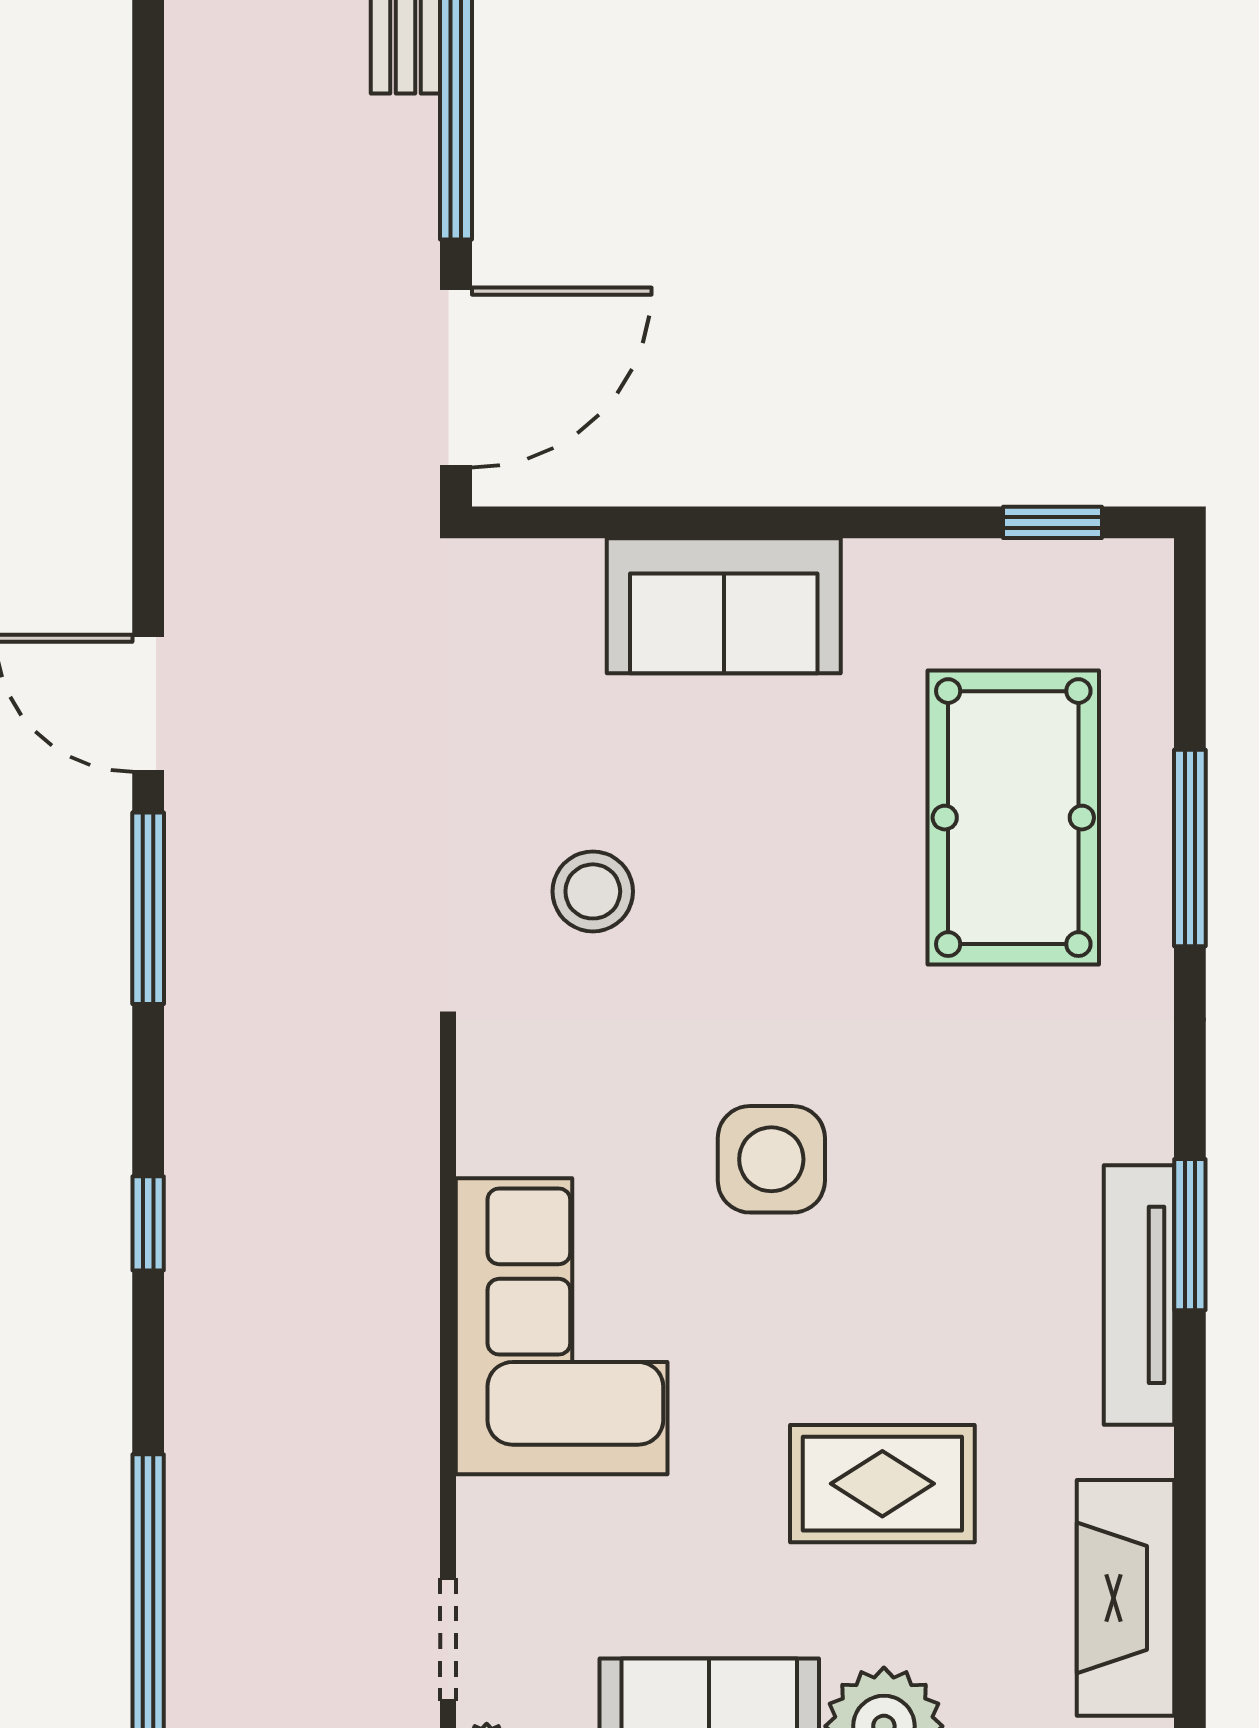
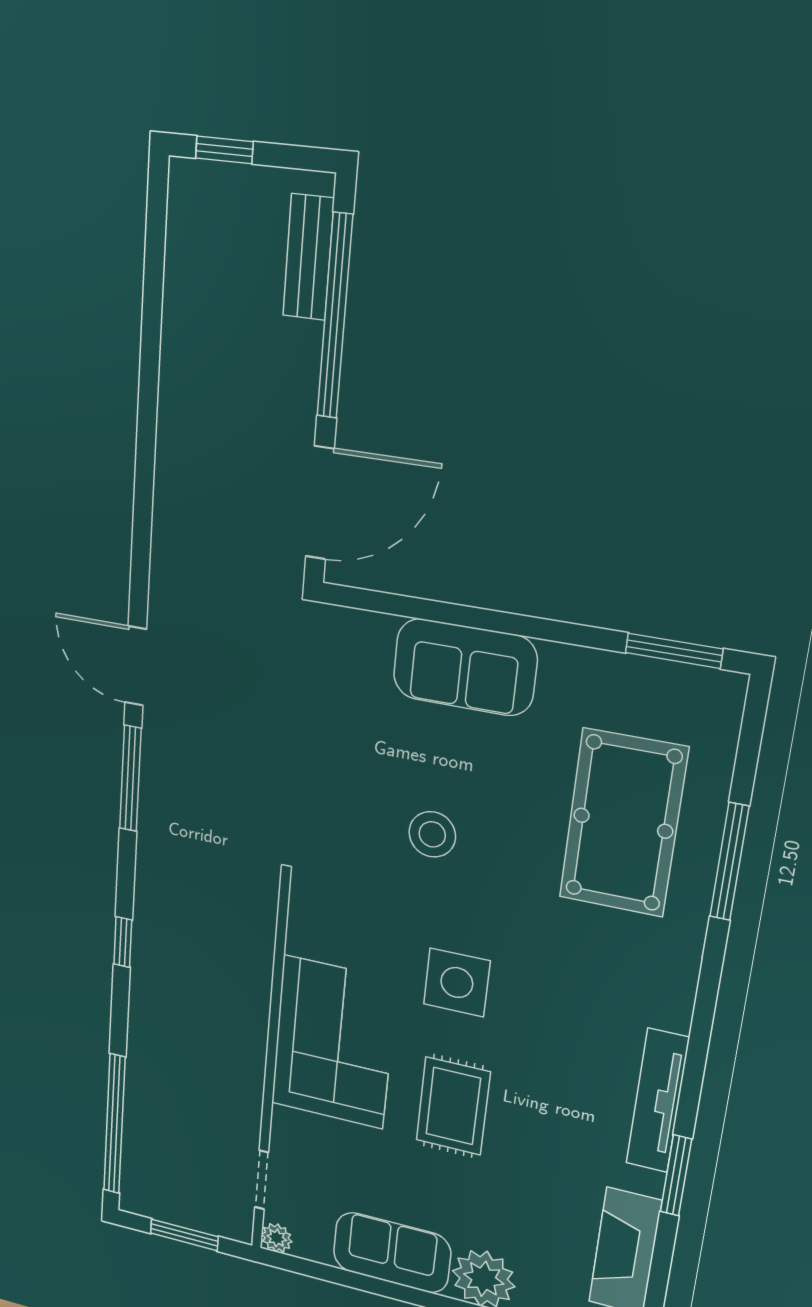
window: (1052, 522) -> (674, 651), width x1.50
stool: (593, 891) -> (432, 834), moved
window: (1190, 1235) -> (676, 1175), moved
rug: (882, 1484) -> (453, 1106), moved, turned 90

